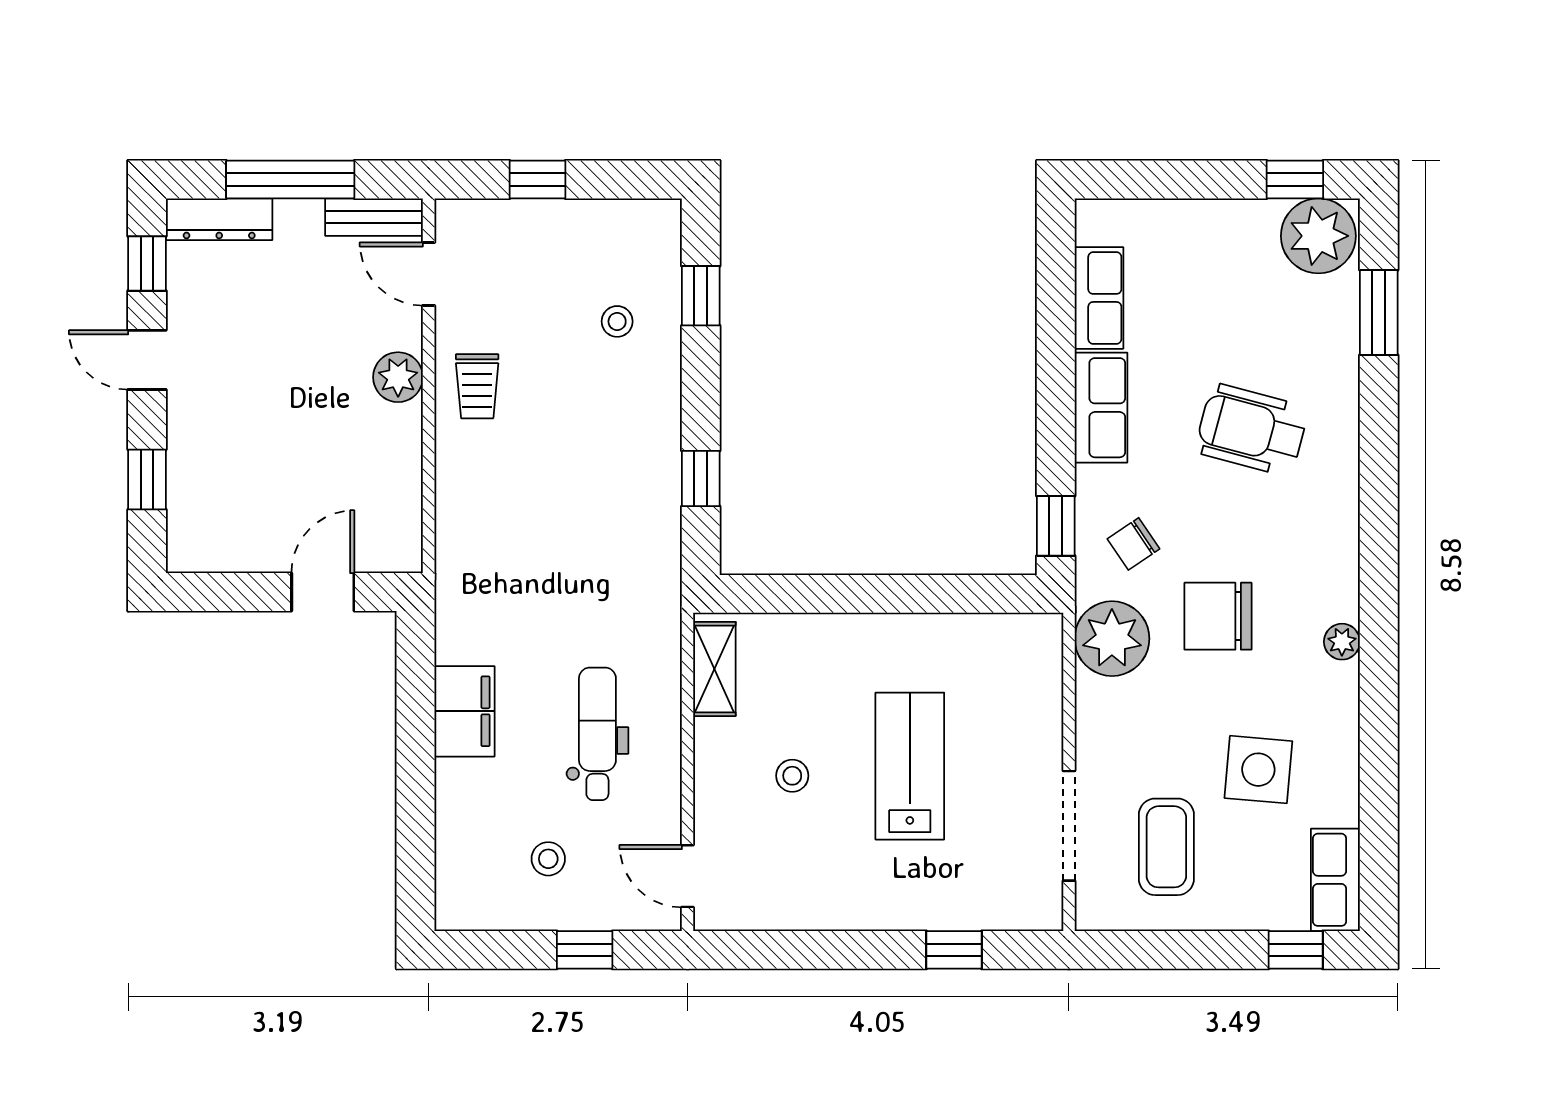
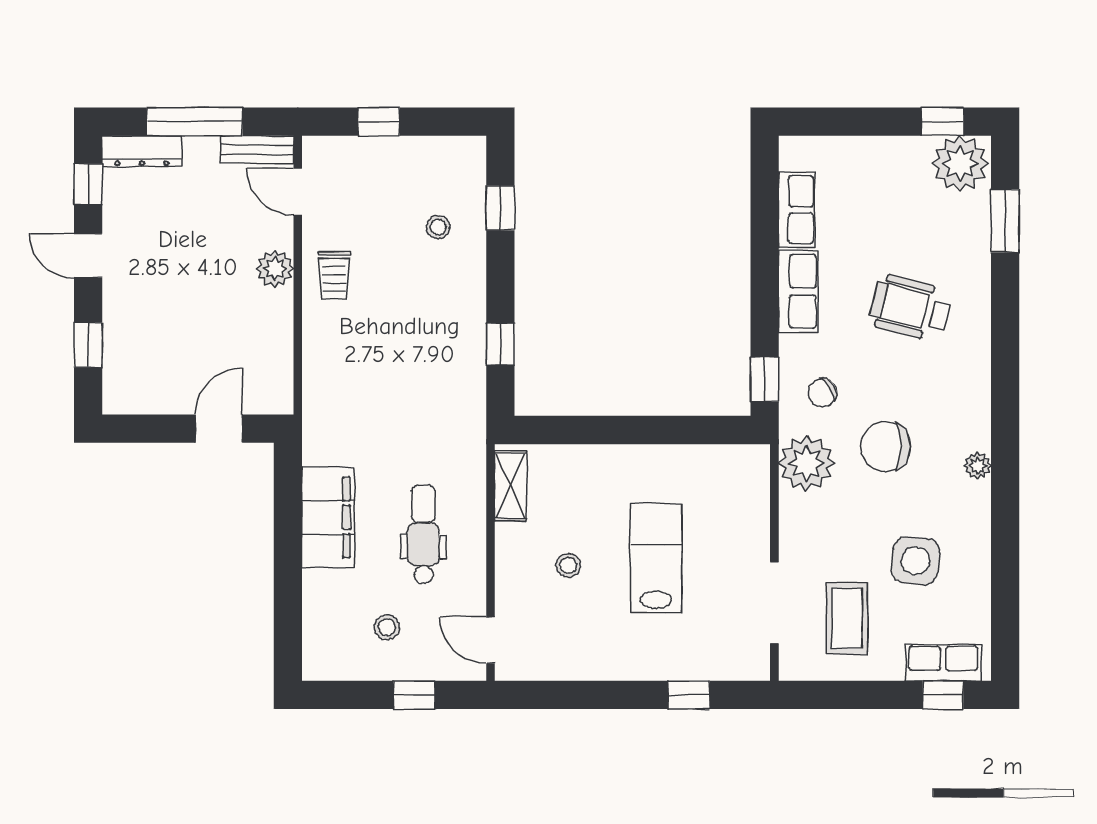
filing cabinet: (464, 711) -> (328, 517), width x1.50, depth x1.17
row of seats: (1335, 880) -> (943, 663), moved, turned 90

